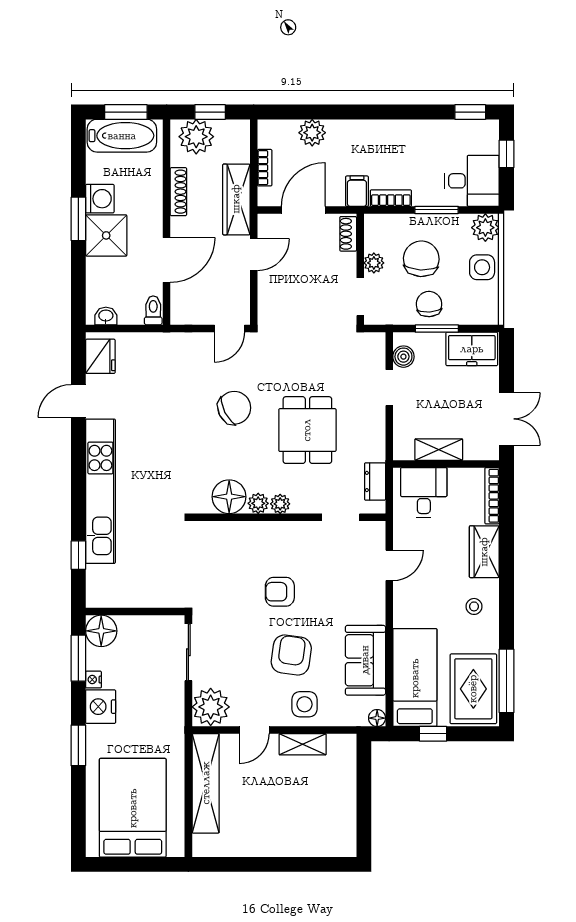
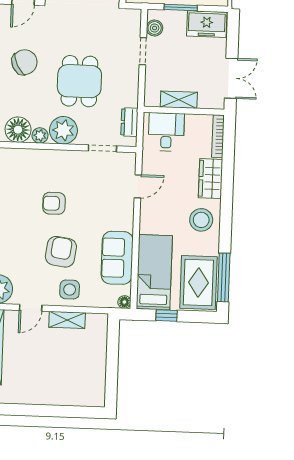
plant: (280, 504) -> (63, 130), width x1.88, depth x1.88
stool: (474, 606) -> (201, 220), width x1.89, depth x1.89

